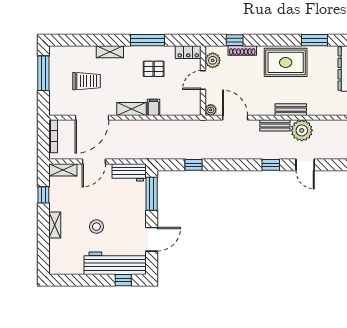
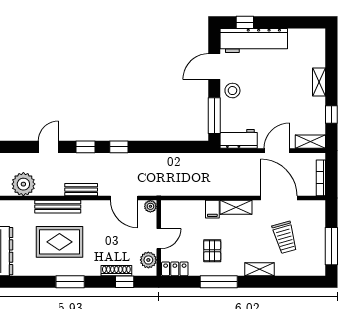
window: (314, 40) -> (70, 282), moved
rug: (286, 62) -> (59, 242), moved
pallet: (154, 69) -> (212, 251), turned 90
trolley: (87, 81) -> (285, 237), turned -106
bench: (291, 110) -> (58, 207), width x1.36
door: (92, 118) -> (279, 198), hinge flipped
plant: (302, 130) -> (23, 184), moved
window: (194, 165) -> (119, 147), moved
door: (305, 165) -> (48, 147), hinge flipped
stool: (96, 227) -> (232, 91), moved

